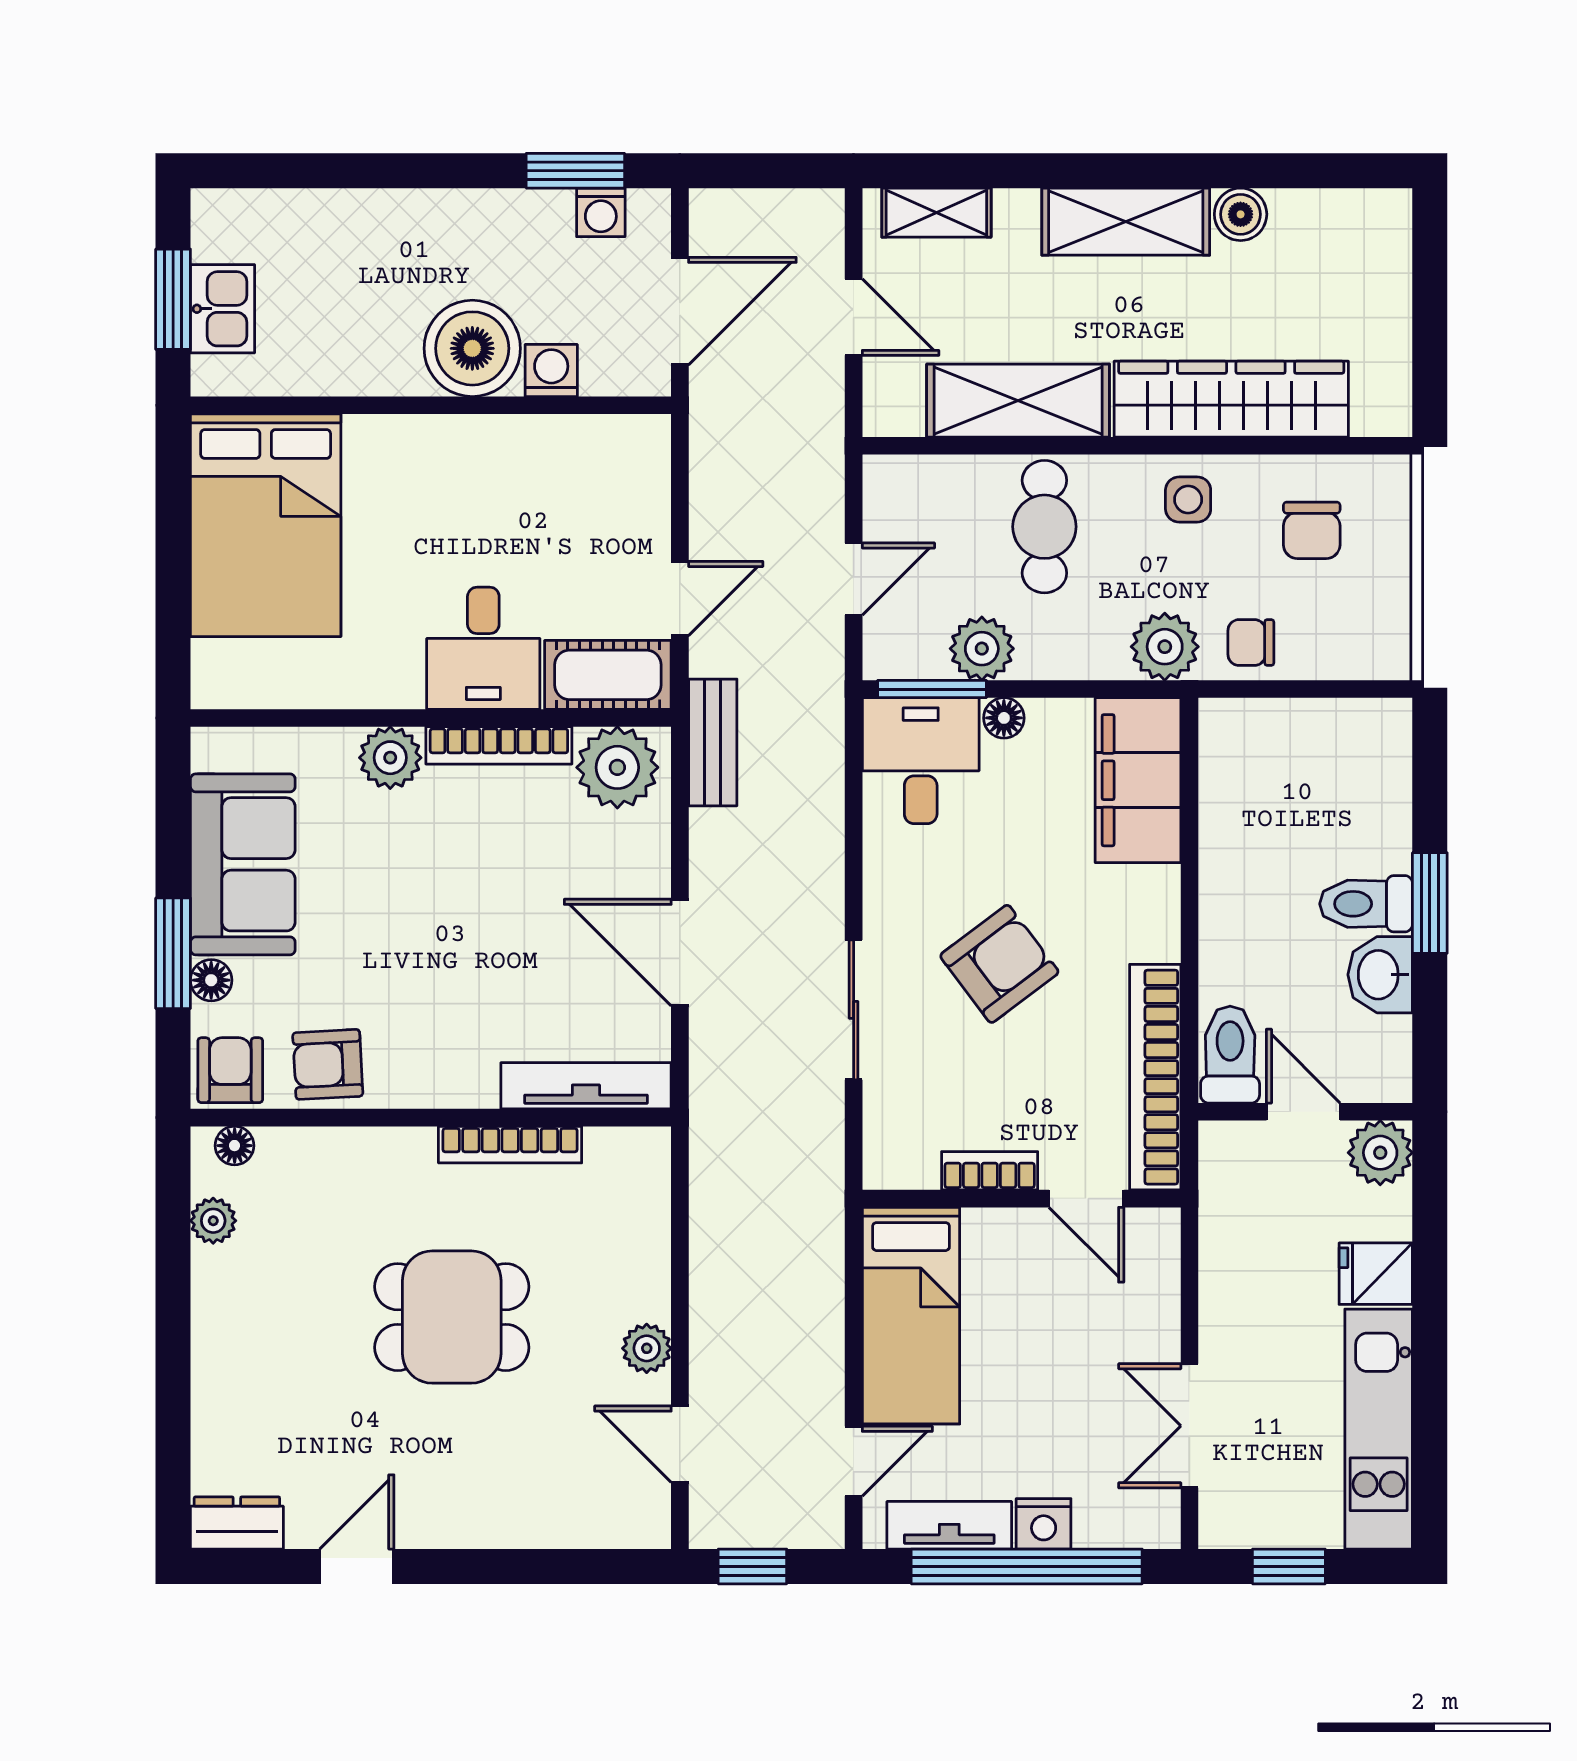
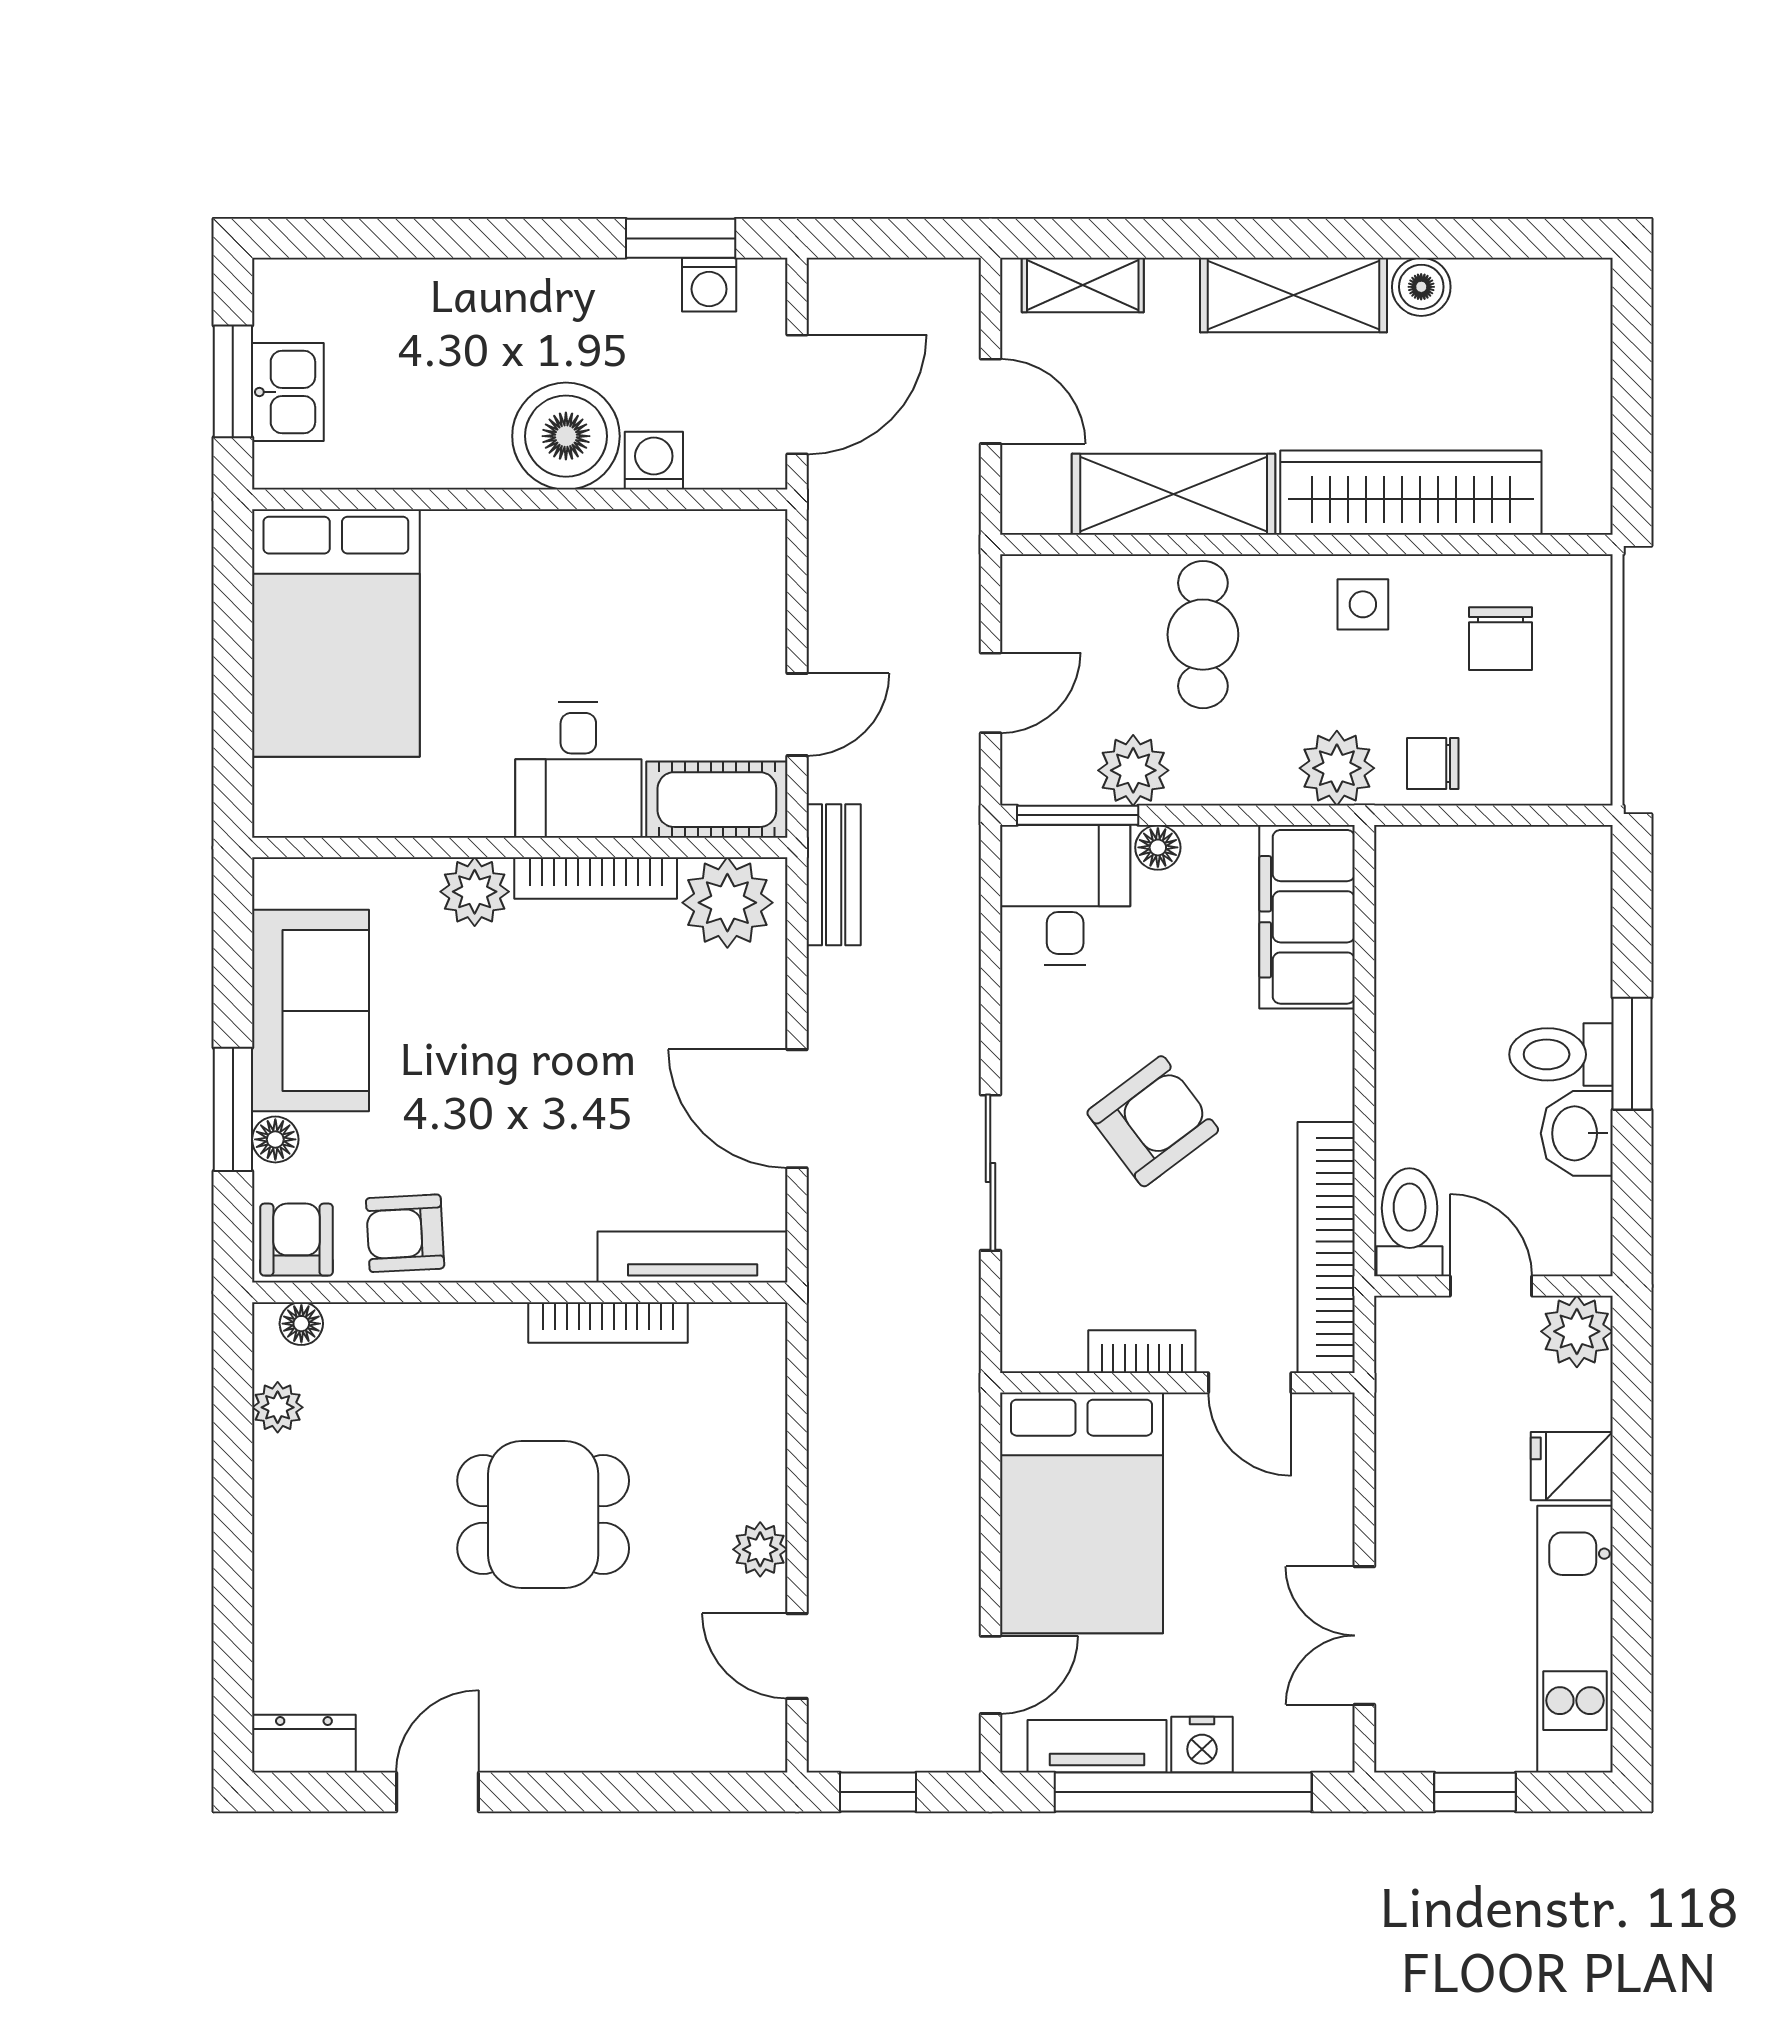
bed: (911, 1316) -> (1082, 1513), width x1.50

